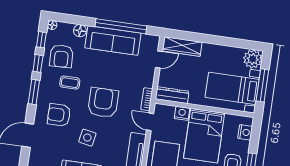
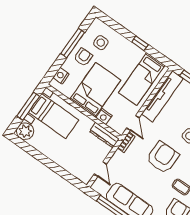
wardrobe: (182, 47) -> (76, 170), removed
door: (159, 59) -> (100, 169), swing flipped
armchair: (103, 103) -> (163, 157), turned 180

